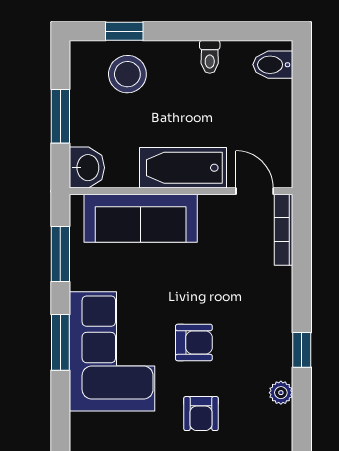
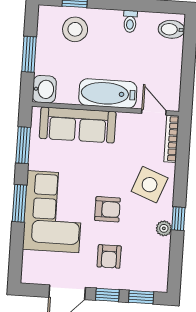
side table: (255, 301) -> (150, 185), added
plant: (281, 393) -> (164, 228), moved

